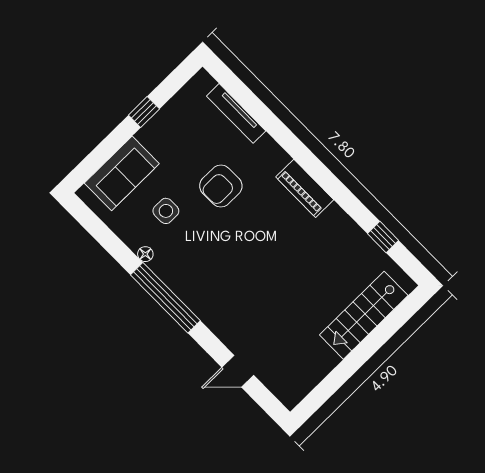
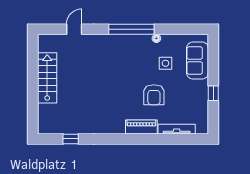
armchair: (221, 186) -> (154, 95), turned 180
piano: (305, 188) -> (141, 127), moved
stairs: (364, 315) -> (47, 78), moved

